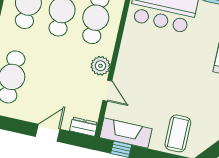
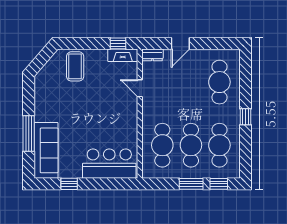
plant: (100, 66) -> (150, 107), removed
fireplace: (126, 133) -> (123, 55), width x0.73, depth x0.76

